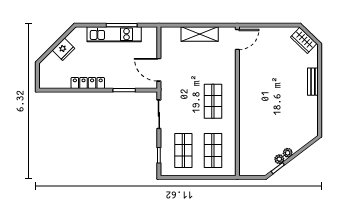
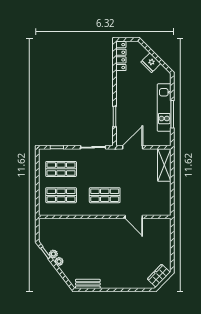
shelving: (200, 34) -> (164, 165), moved
door: (237, 40) -> (134, 217), moved
bench: (313, 82) -> (88, 284), moved
locker: (88, 83) -> (121, 56), moved

